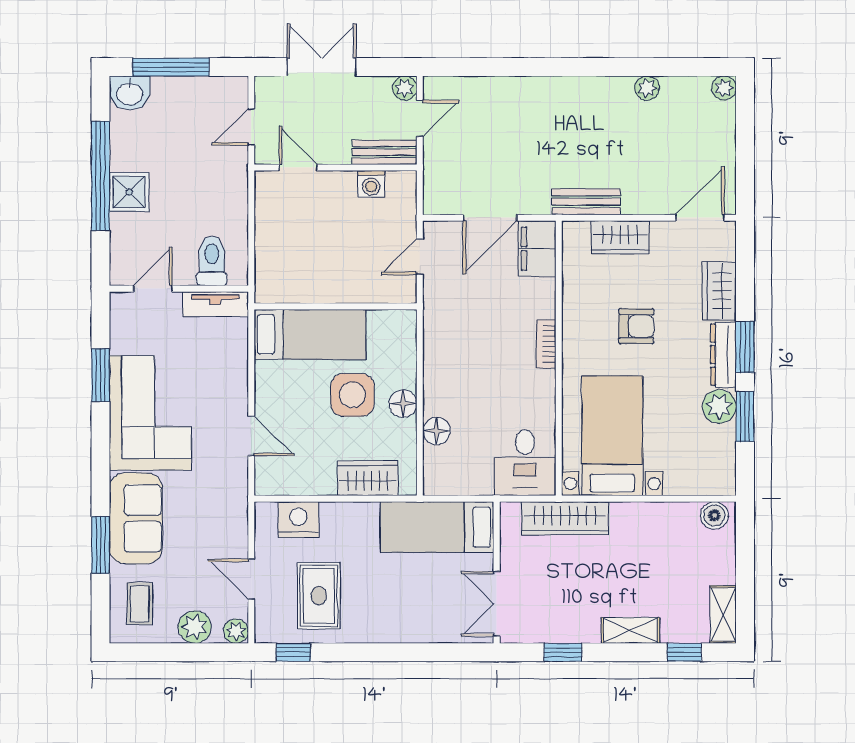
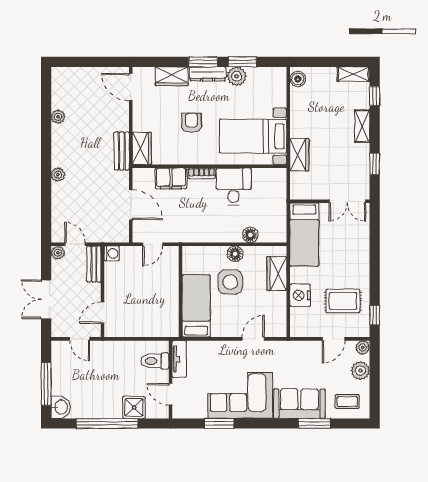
plant: (724, 88) -> (58, 175), moved
washing machine: (371, 184) -> (112, 253), moved
shower: (129, 192) -> (134, 407), moved
wardrobe: (620, 237) -> (142, 148), moved
filing cabinet: (537, 249) -> (171, 178), moved
door: (420, 257) -> (153, 244), hinge flipped
desk: (525, 463) -> (234, 187), moved, turned -90
wardrobe: (565, 518) -> (299, 155), width x0.67
nightstand: (298, 520) -> (300, 295), moved

